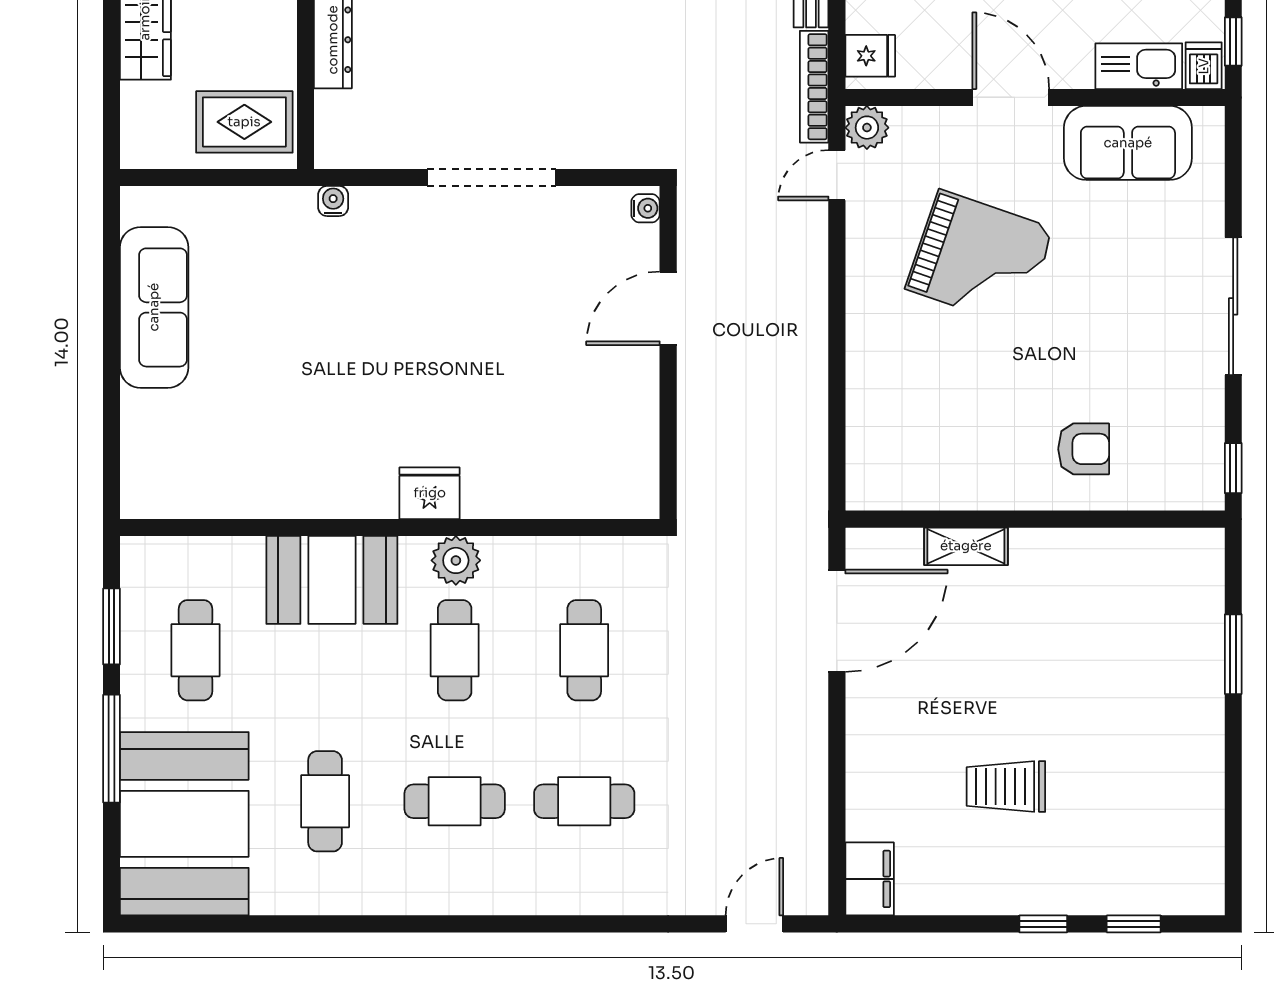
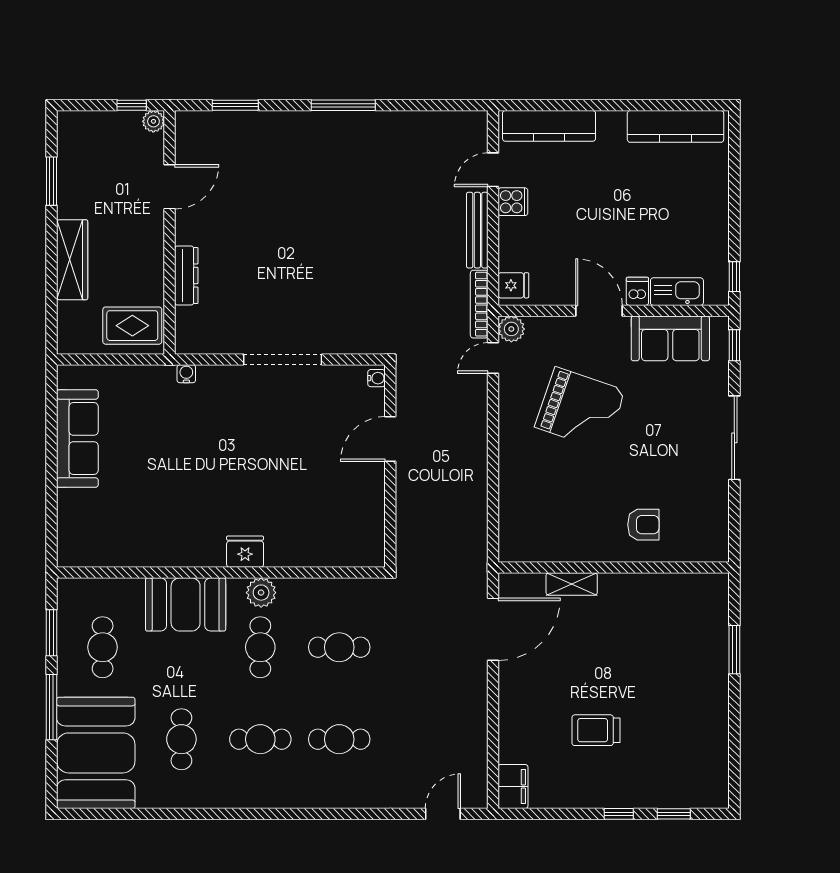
dishwasher: (1204, 66) -> (637, 291), moved
window: (1233, 468) -> (734, 345), moved
cafe table: (584, 650) -> (339, 647), turned 90

